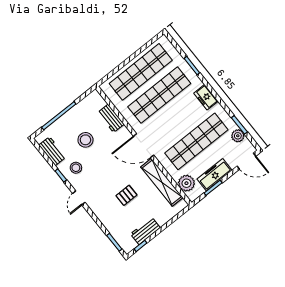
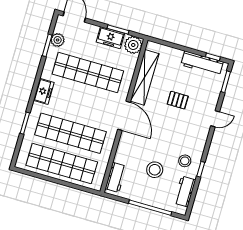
workbench: (111, 118) -> (116, 177), moved
freezer: (215, 175) -> (110, 38), width x0.71
plant: (186, 183) -> (133, 45), moved
door: (79, 198) -> (215, 119), moved
workbench: (145, 231) -> (202, 63), width x1.38

